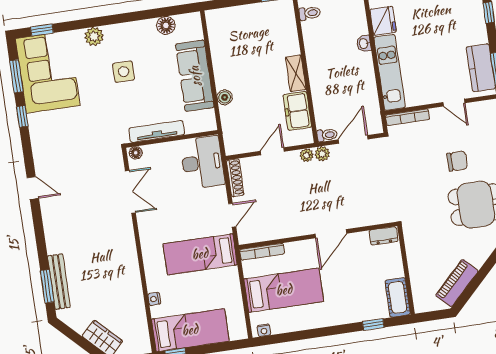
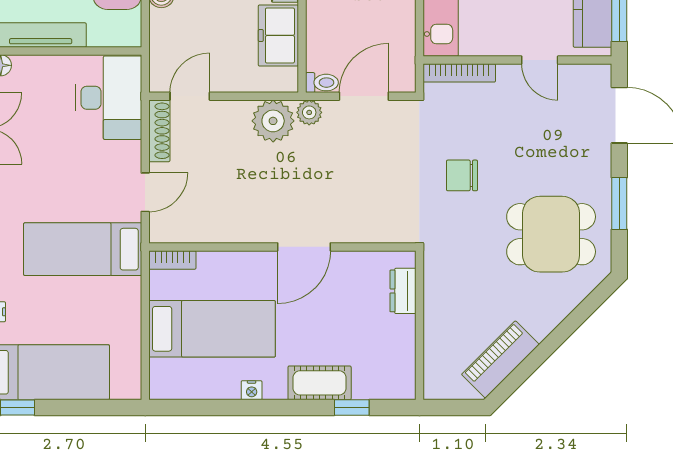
door: (272, 151) -> (190, 96), moved
plant: (307, 155) -> (273, 121), width x1.88, depth x1.88
chair: (457, 161) -> (462, 175), moved, turned 180
dresser: (383, 236) -> (403, 291), moved, turned 90
bookcase: (262, 252) -> (172, 260), width x0.64
cot: (398, 297) -> (320, 383), moved, turned 90
nightstand: (264, 330) -> (252, 390), moved

